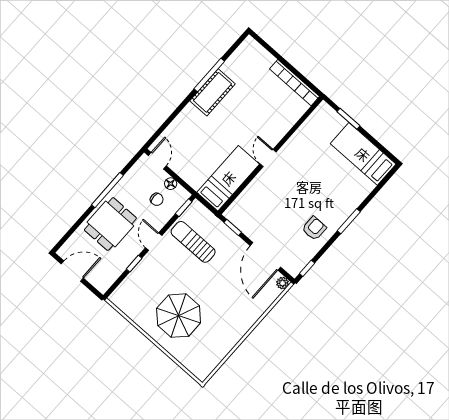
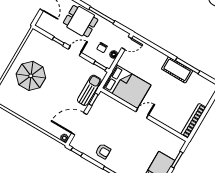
bed: (228, 178) -> (127, 86), width x1.50
sun lounger: (193, 242) -> (89, 90), moved

